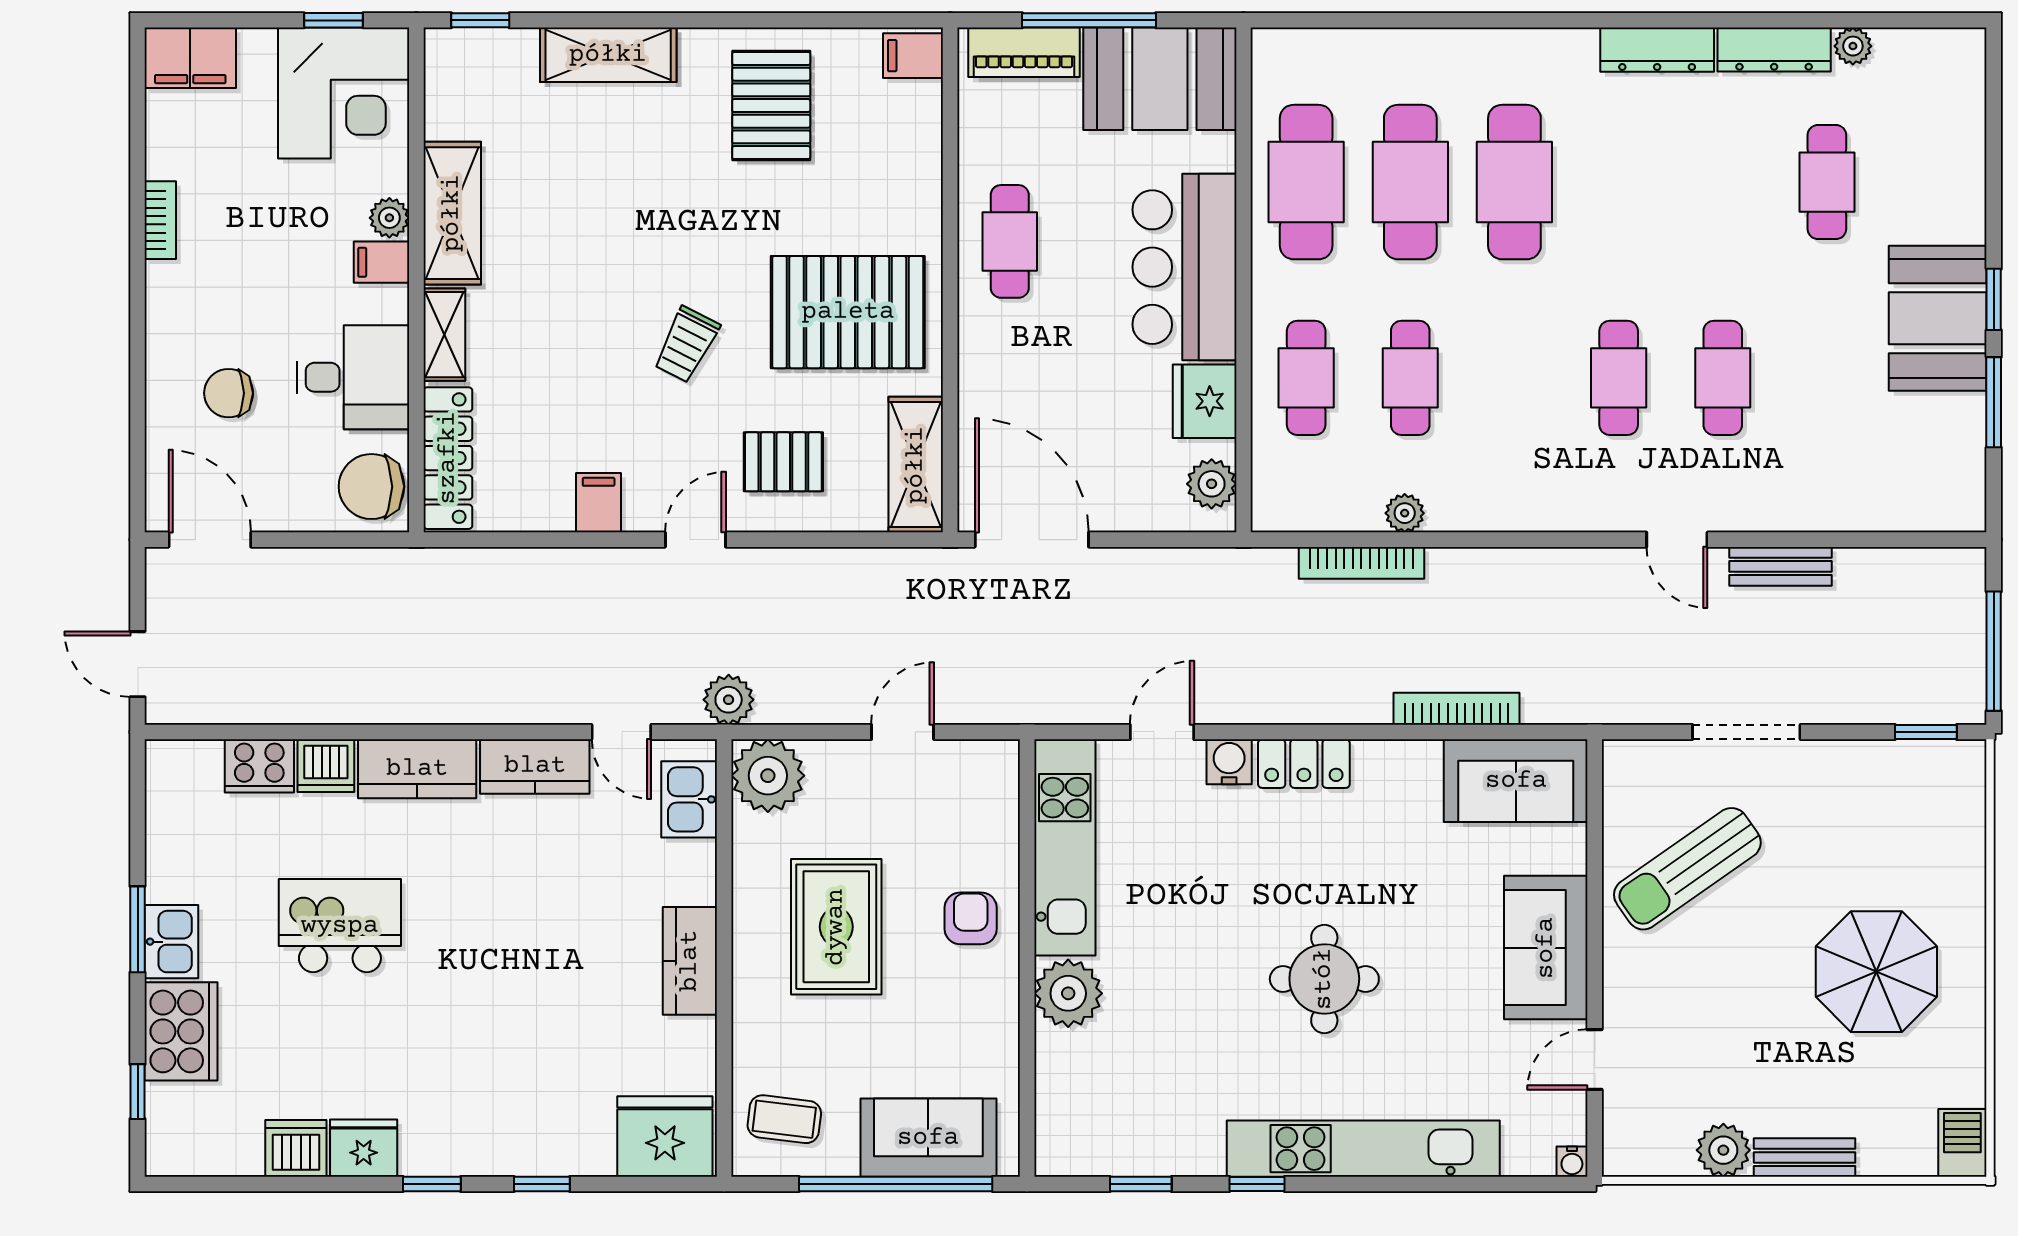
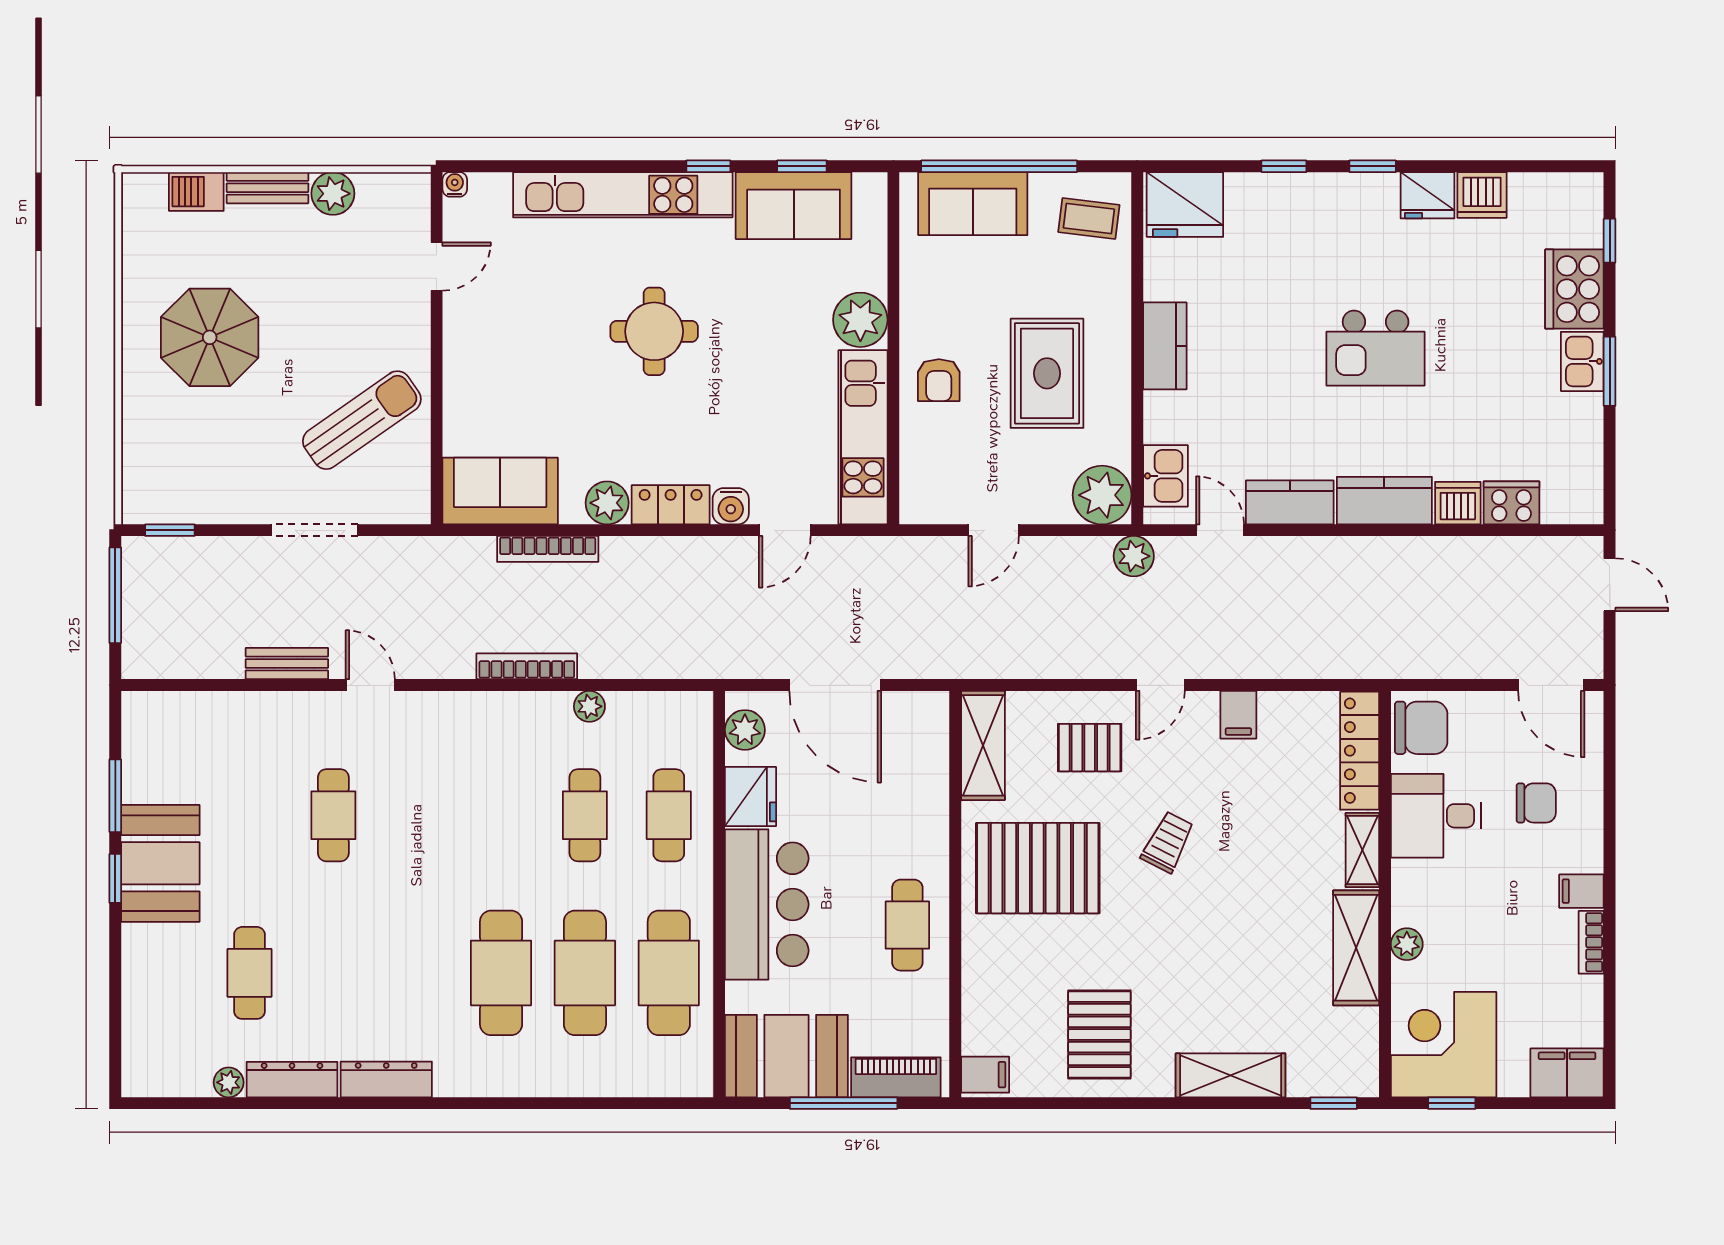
filing cabinet: (382, 262) -> (1581, 891), moved, turned 180
cafe table: (1619, 378) -> (417, 815), removed
door: (1032, 540) -> (835, 685), moved
bookcase: (1361, 563) -> (527, 666), moved
plant: (1383, 766) -> (607, 503), added
kitchen island: (340, 926) -> (1376, 348), moved
sofa: (1546, 948) -> (794, 206), moved, turned 90
barbecue: (1962, 1143) -> (196, 192), moved, turned 90

